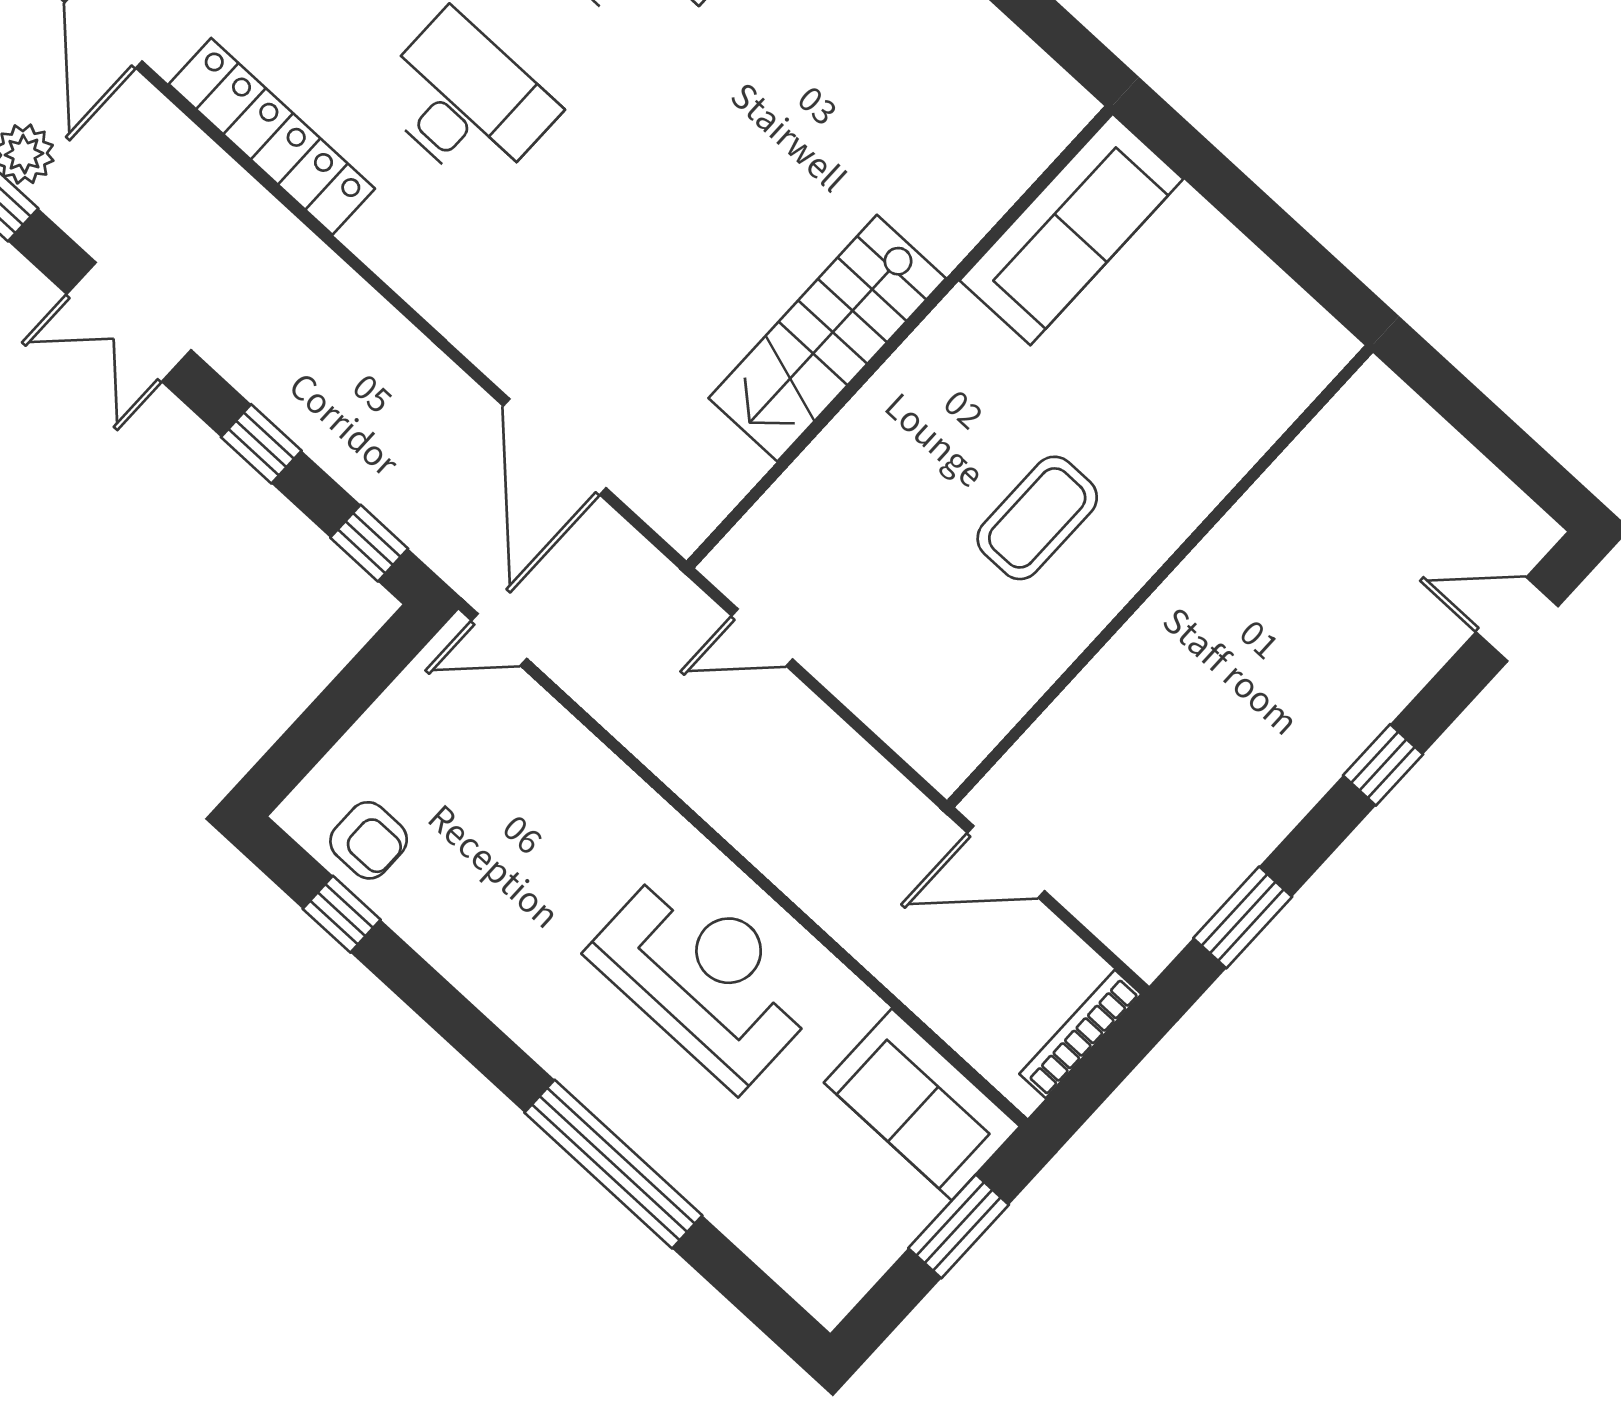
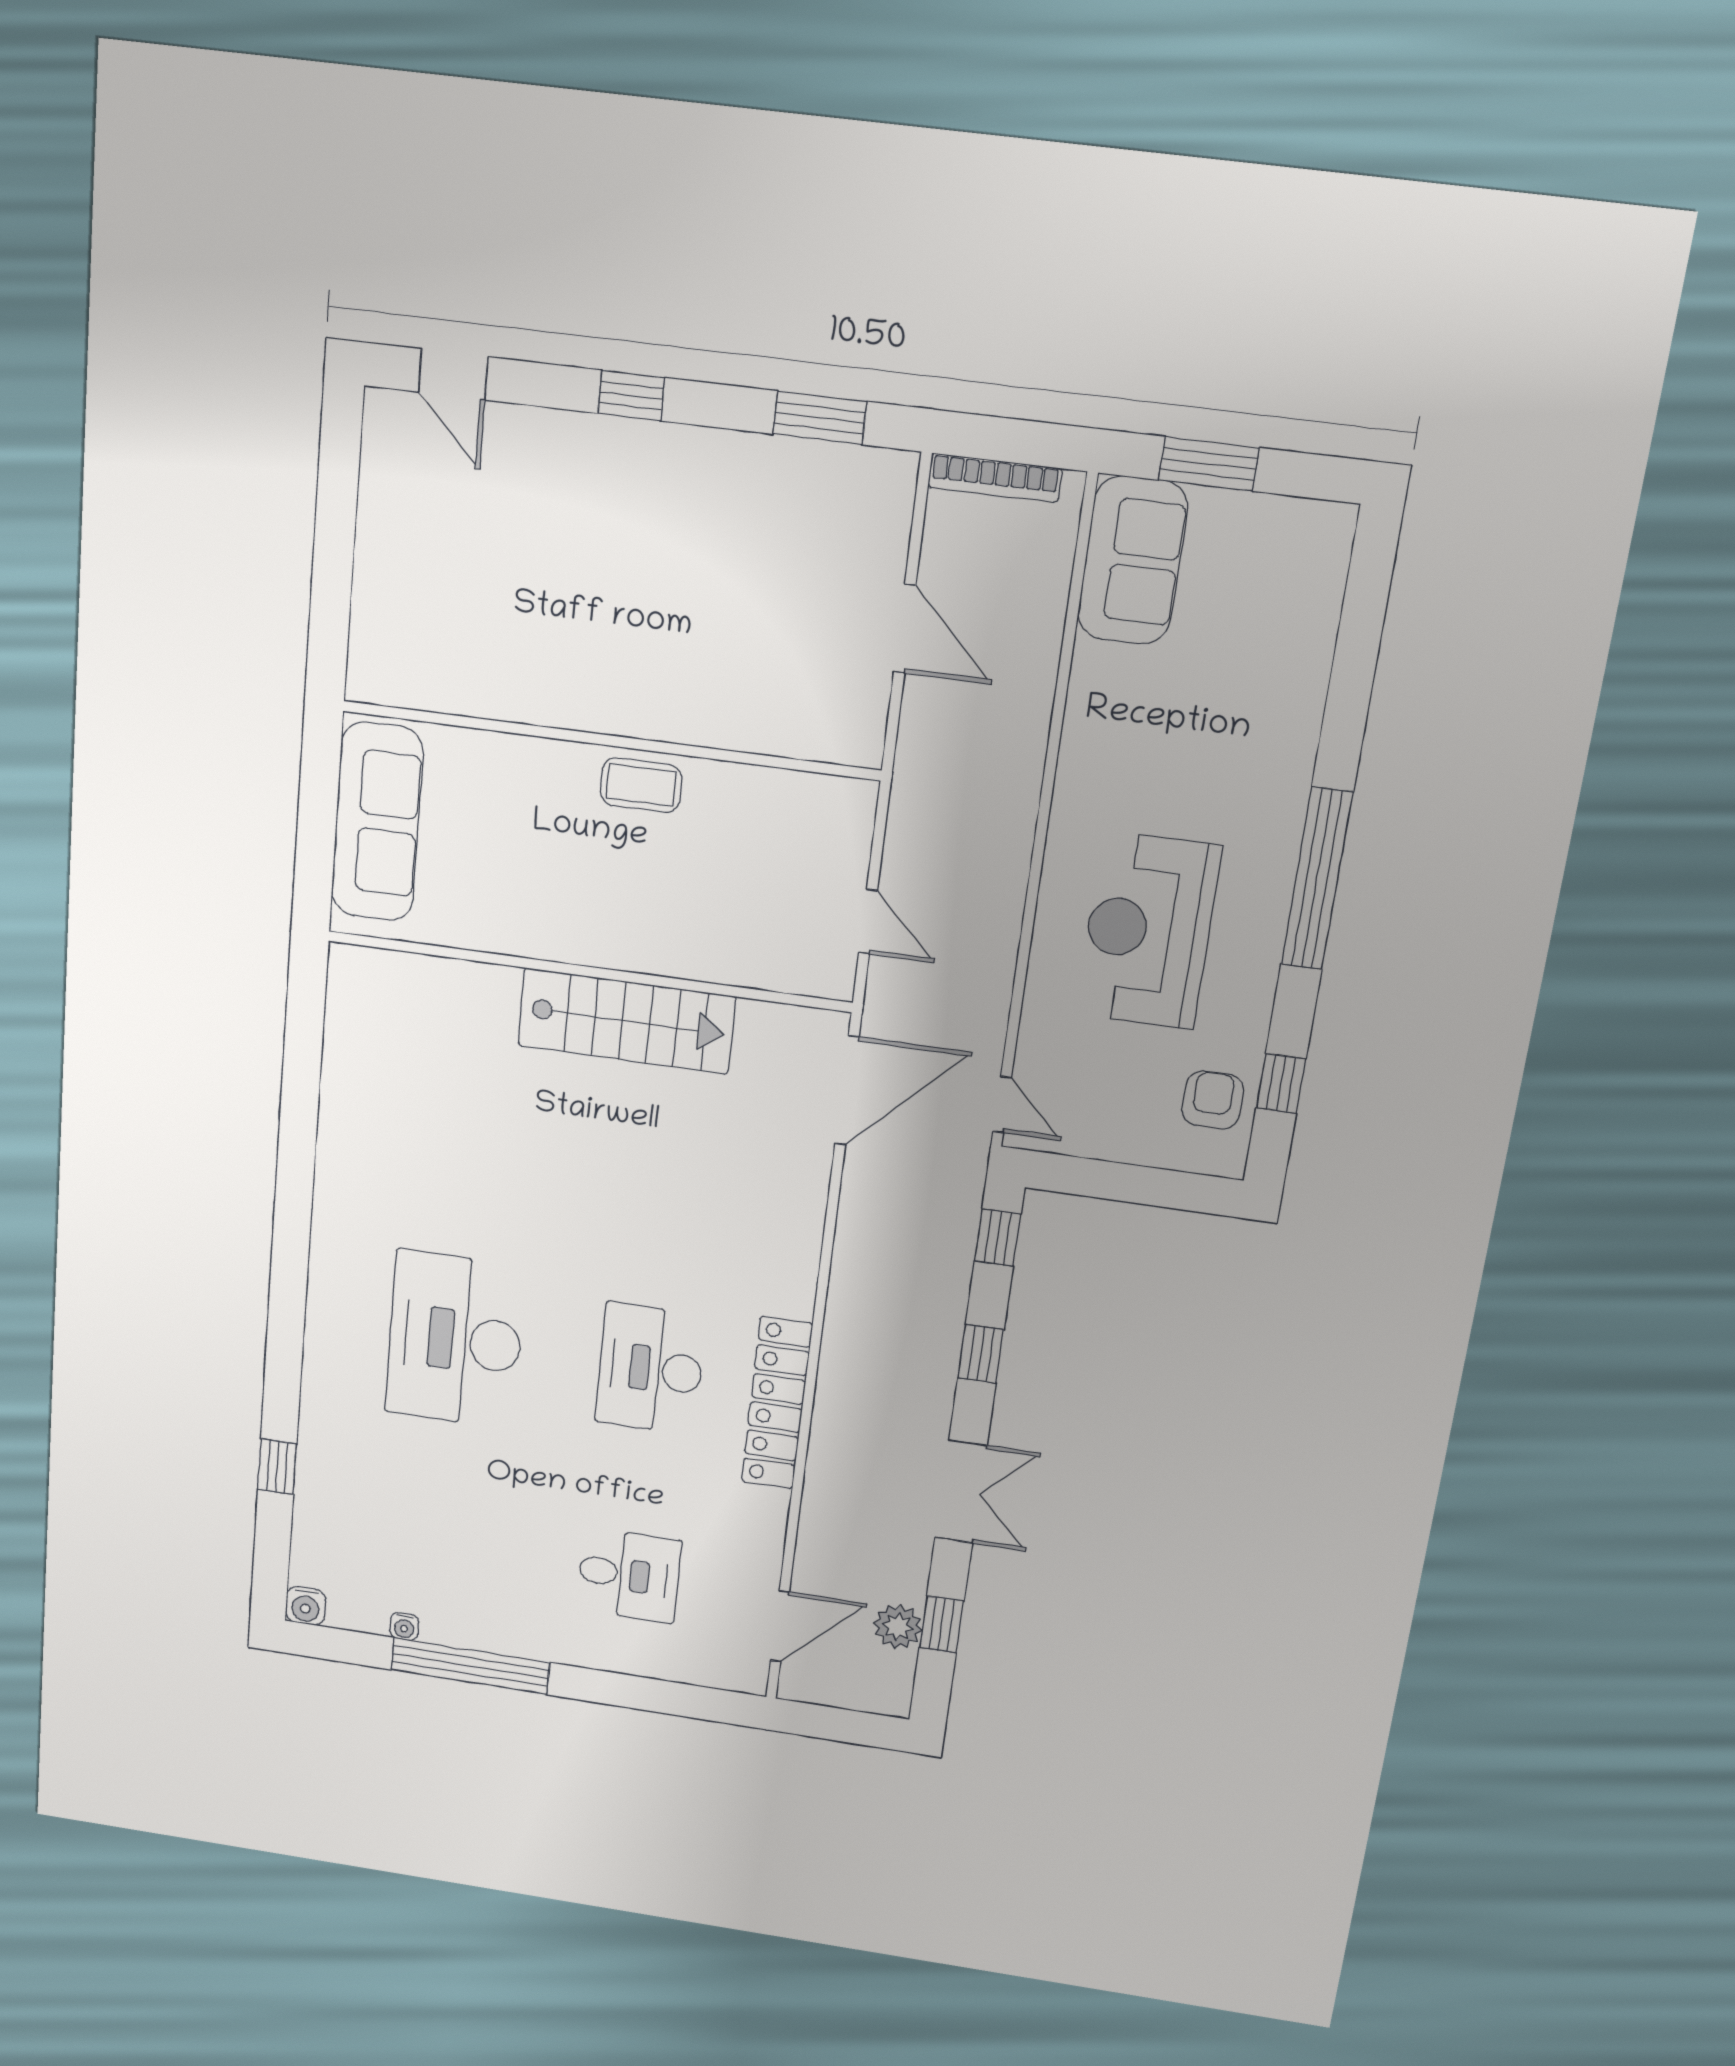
locker: (272, 136) -> (777, 1403), moved
sofa: (1071, 230) -> (377, 822), moved, turned 90
door: (555, 447) -> (847, 1090), moved
coffee table: (1037, 518) -> (641, 785), width x0.73, depth x0.77
wall: (1160, 576) -> (610, 740), moved
reception desk: (705, 976) -> (1148, 931), moved
window: (613, 1164) -> (1317, 879), moved

